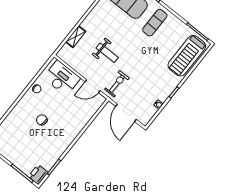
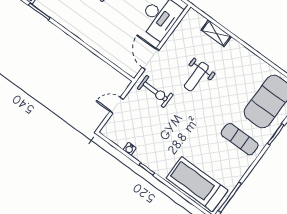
door: (126, 113) -> (117, 105), width x0.53

